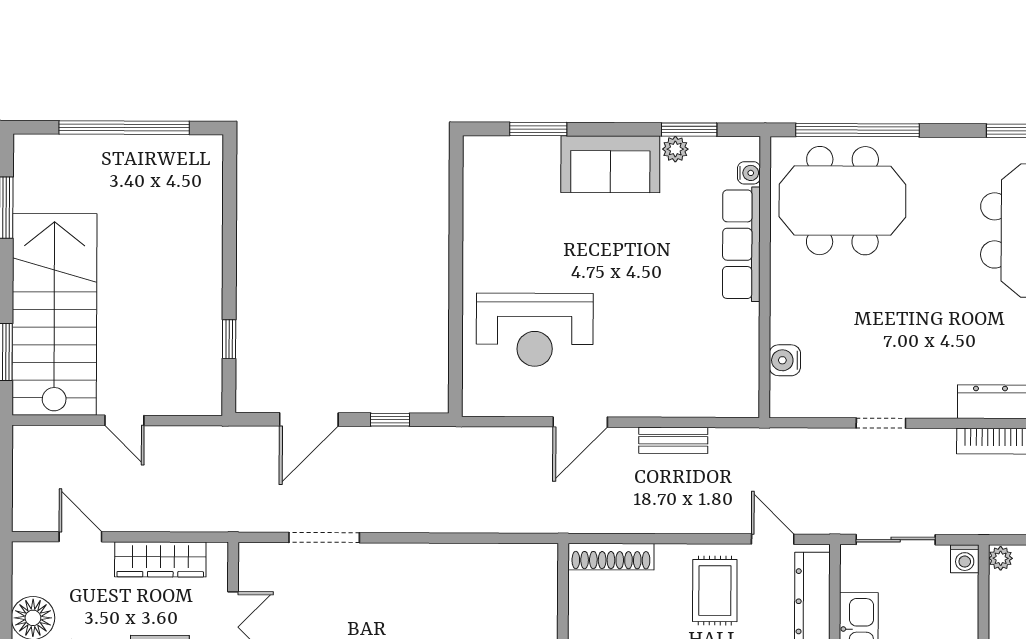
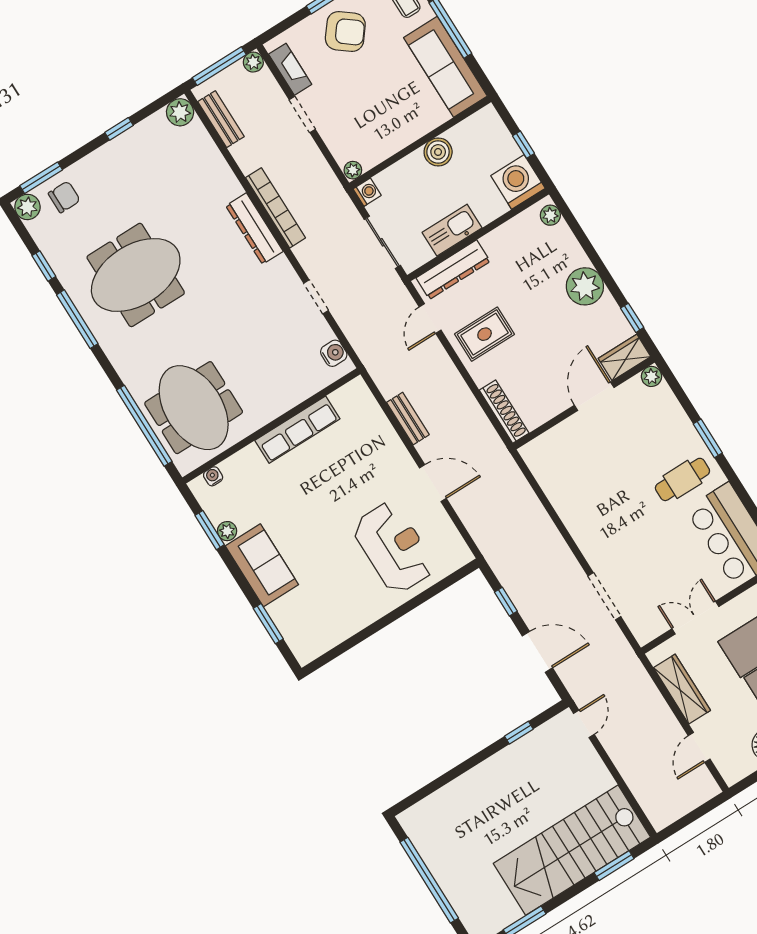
row of seats: (741, 244) -> (297, 430), moved
water cooler: (785, 360) -> (334, 353), moved, turned -90
door: (124, 420) -> (584, 724), moved

